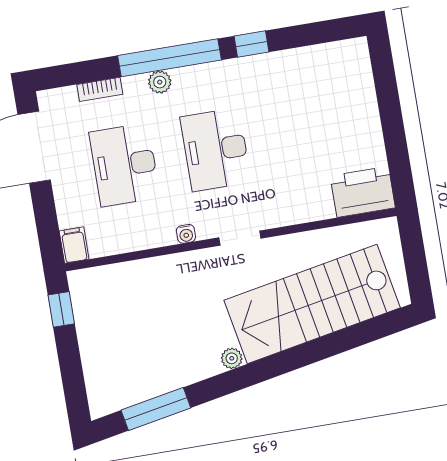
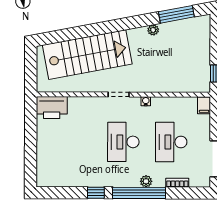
desk: (216, 150) -> (123, 142), turned 180
desk: (124, 165) -> (171, 142), turned 180
plant: (232, 358) -> (153, 30), moved

